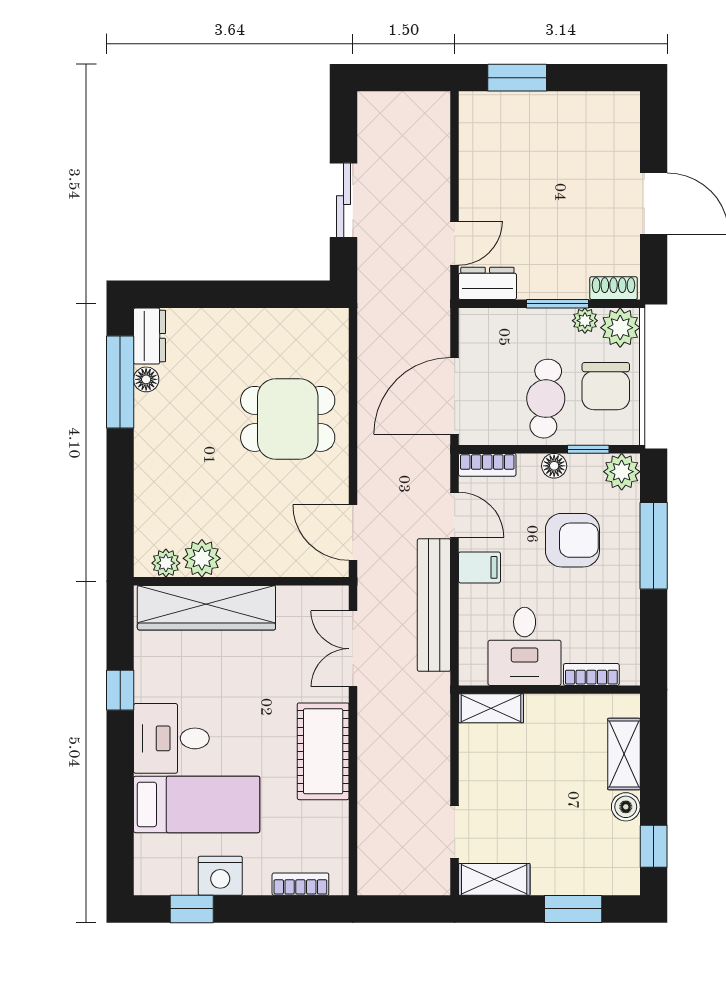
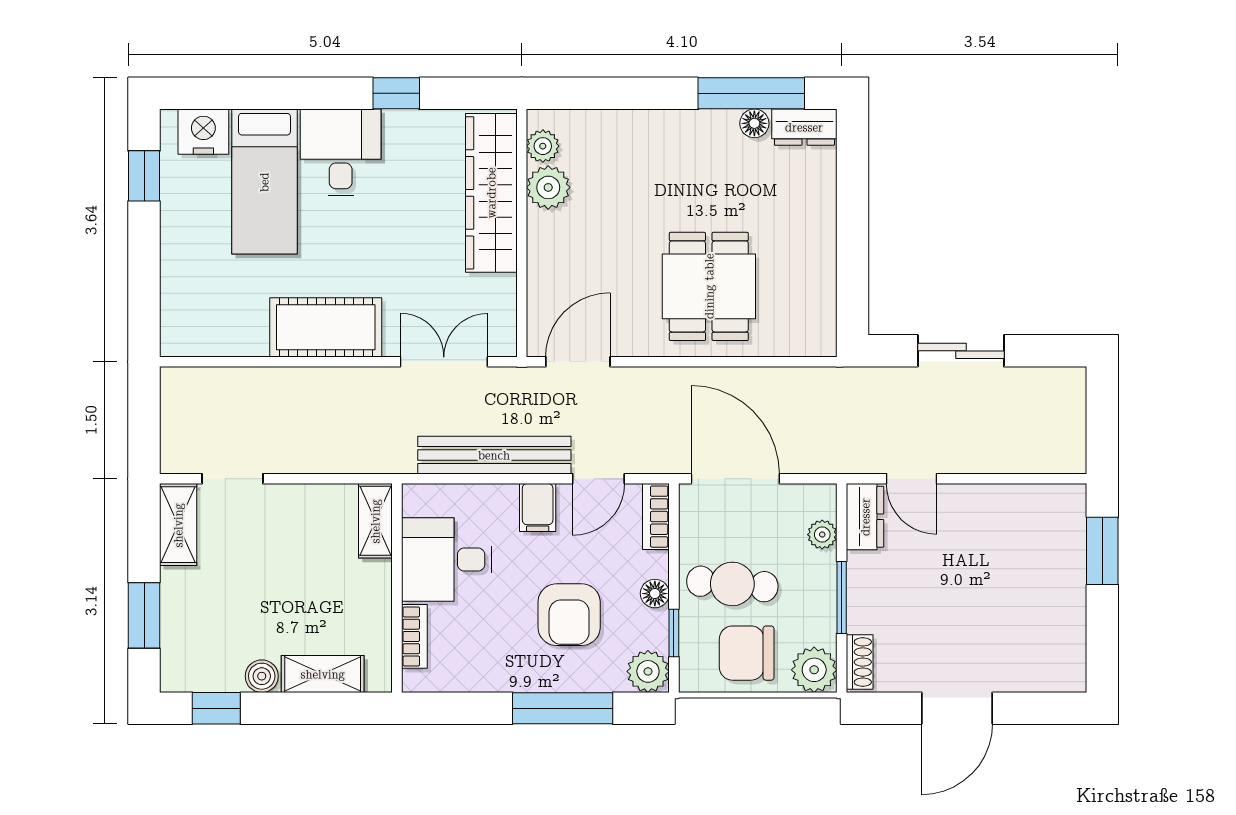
plant: (585, 321) -> (822, 535), moved
nightstand: (220, 876) -> (203, 132), moved, turned 90
bookcase: (300, 884) -> (173, 301), removed

